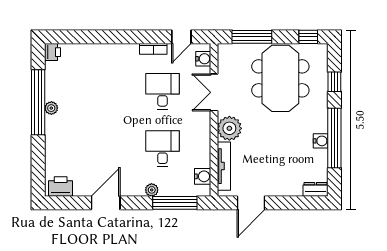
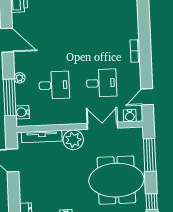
door: (181, 37) -> (147, 97), hinge flipped
bookcase: (153, 49) -> (135, 51), moved
water cooler: (203, 176) -> (22, 112), moved, turned 90

